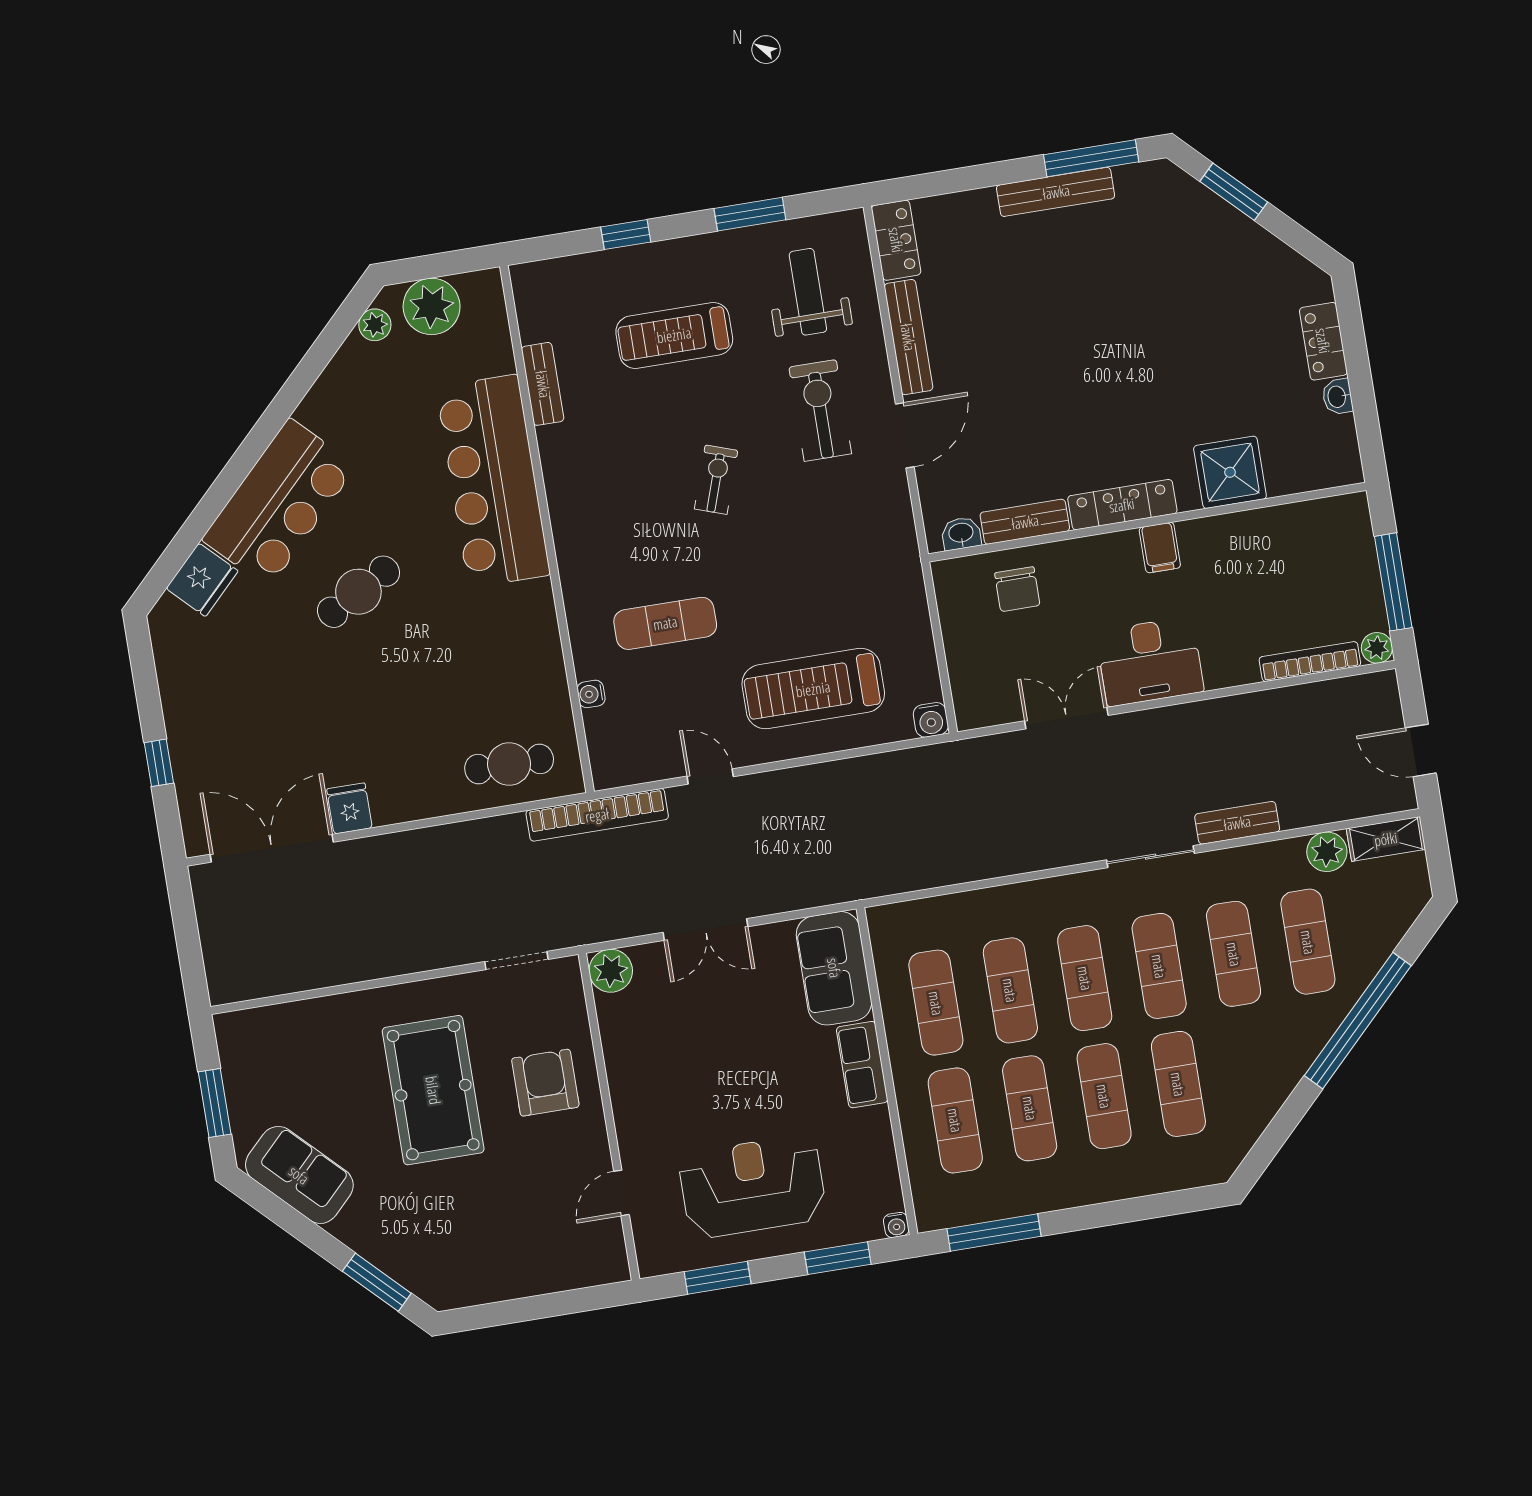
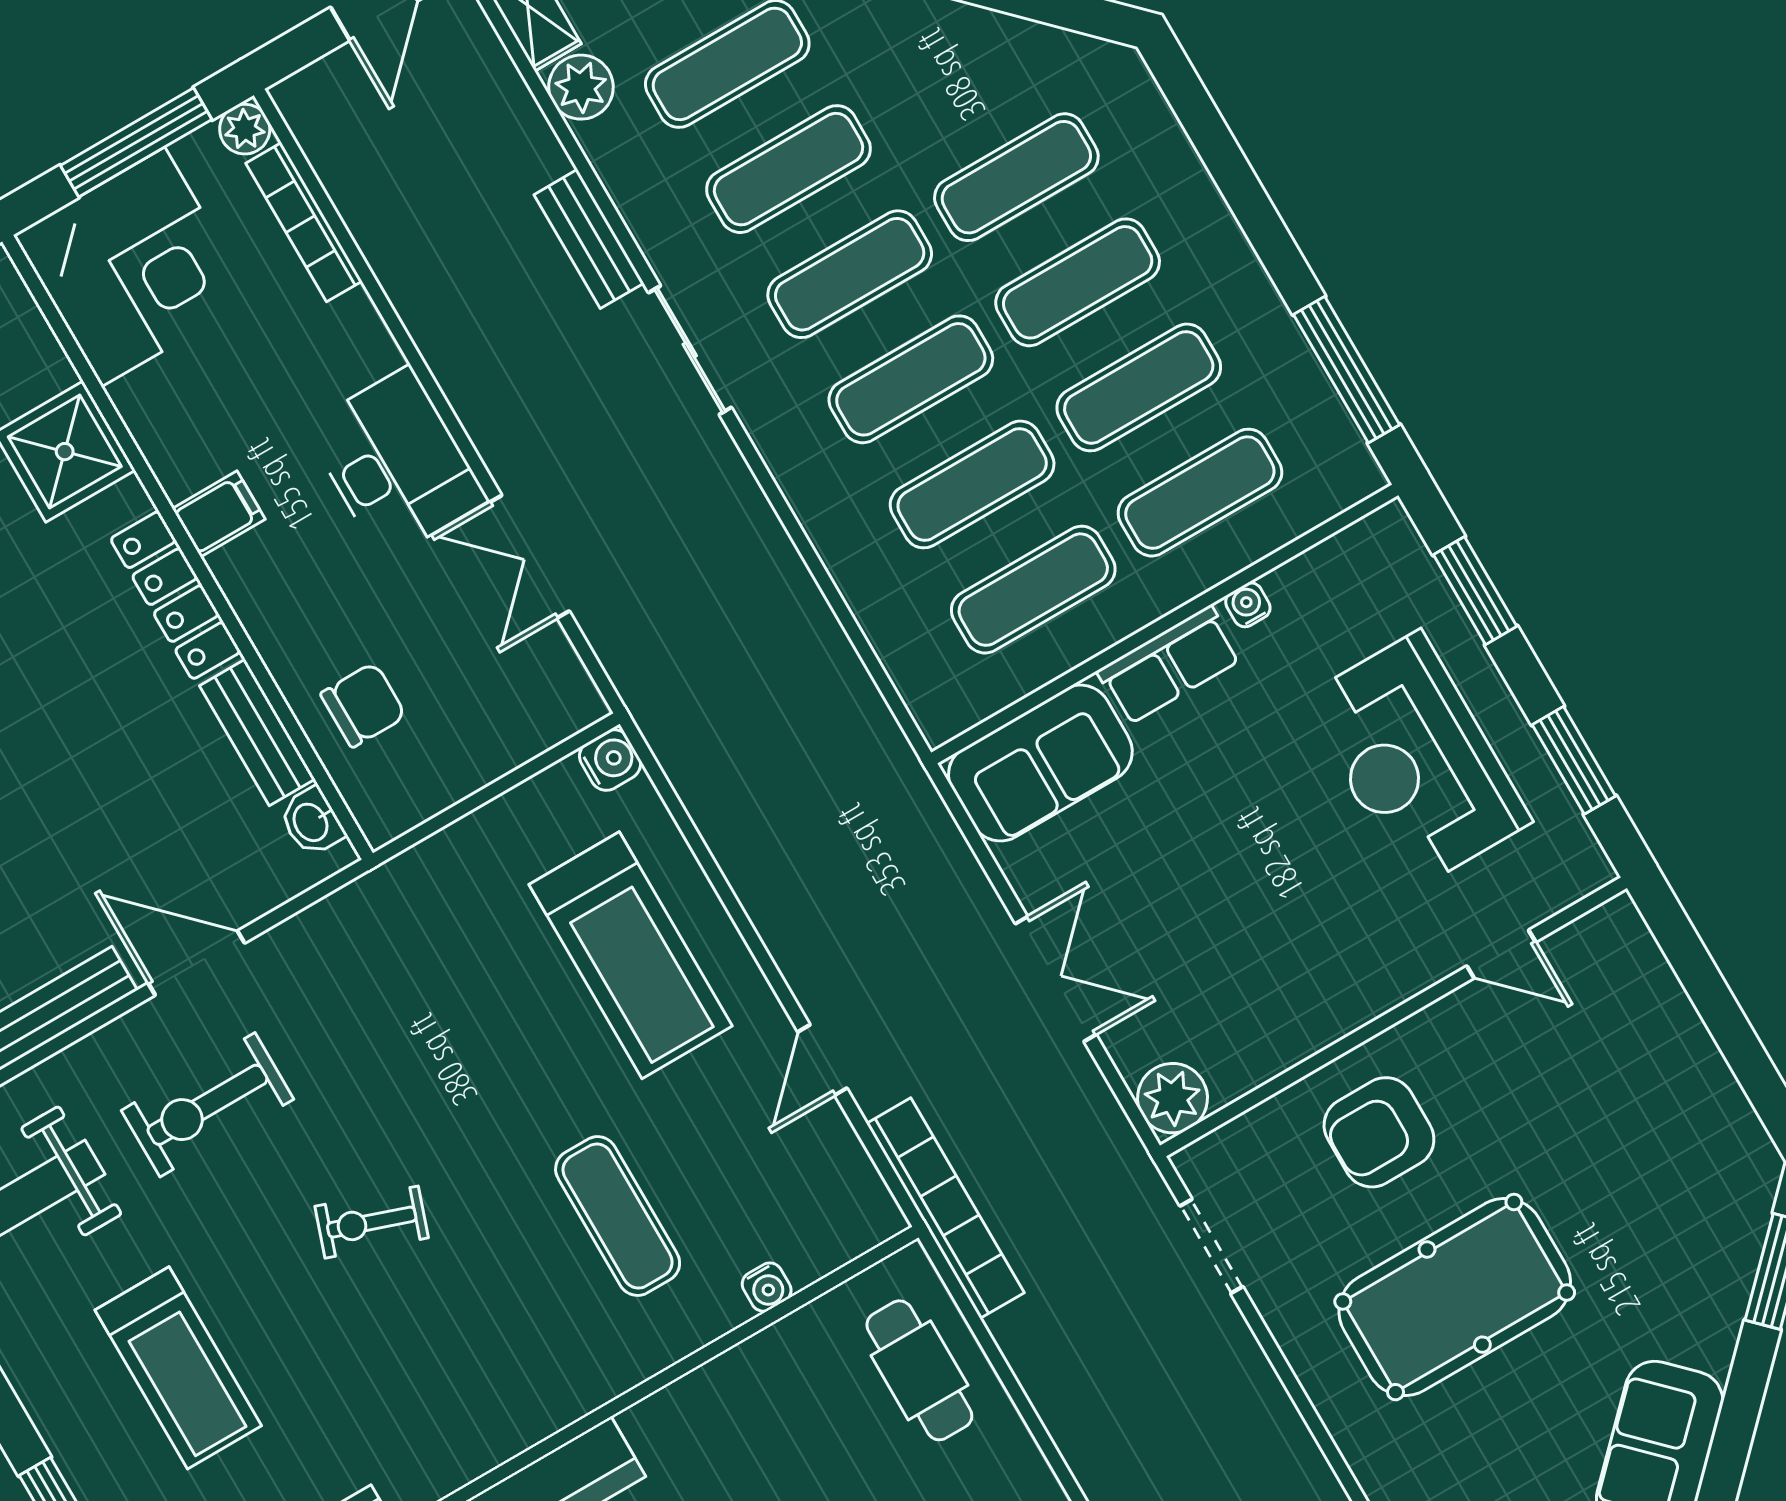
corner desk: (1322, 553) -> (133, 267), added
water cooler: (896, 1225) -> (1248, 605), moved, turned -90

